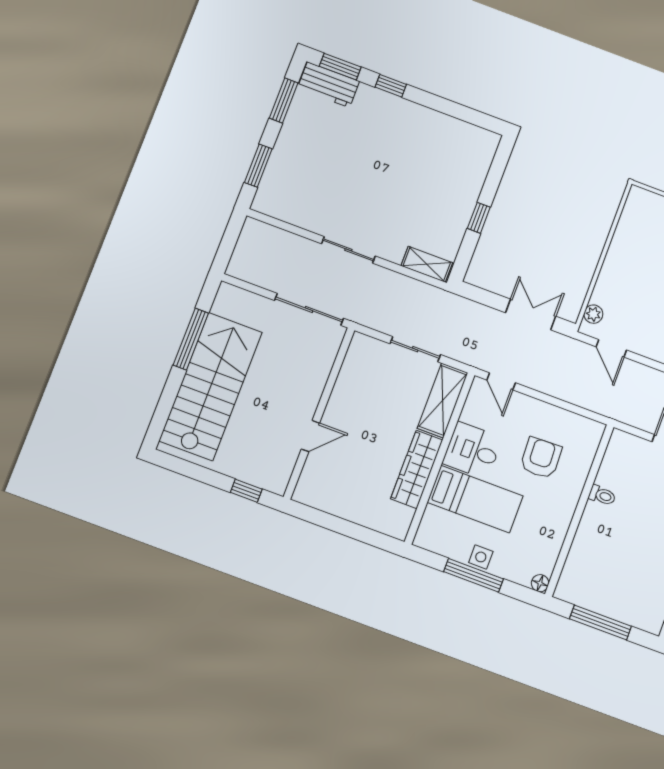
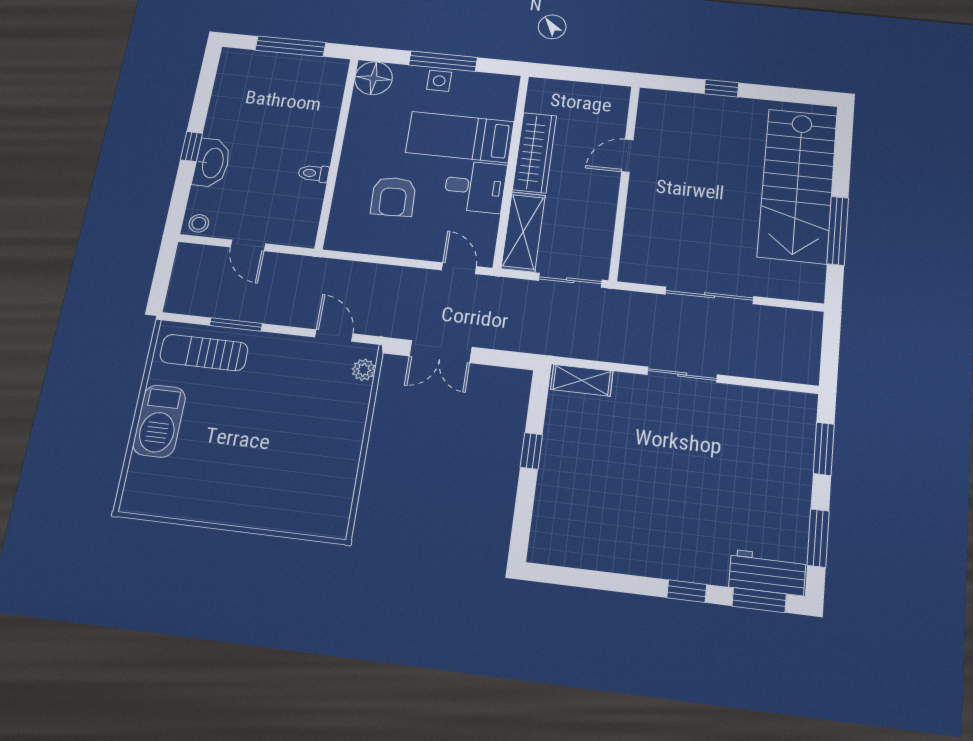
wall: (319, 413) -> (624, 182), moved
door: (310, 436) -> (627, 156), moved
floor lamp: (540, 583) -> (374, 78), width x1.89, depth x1.89

